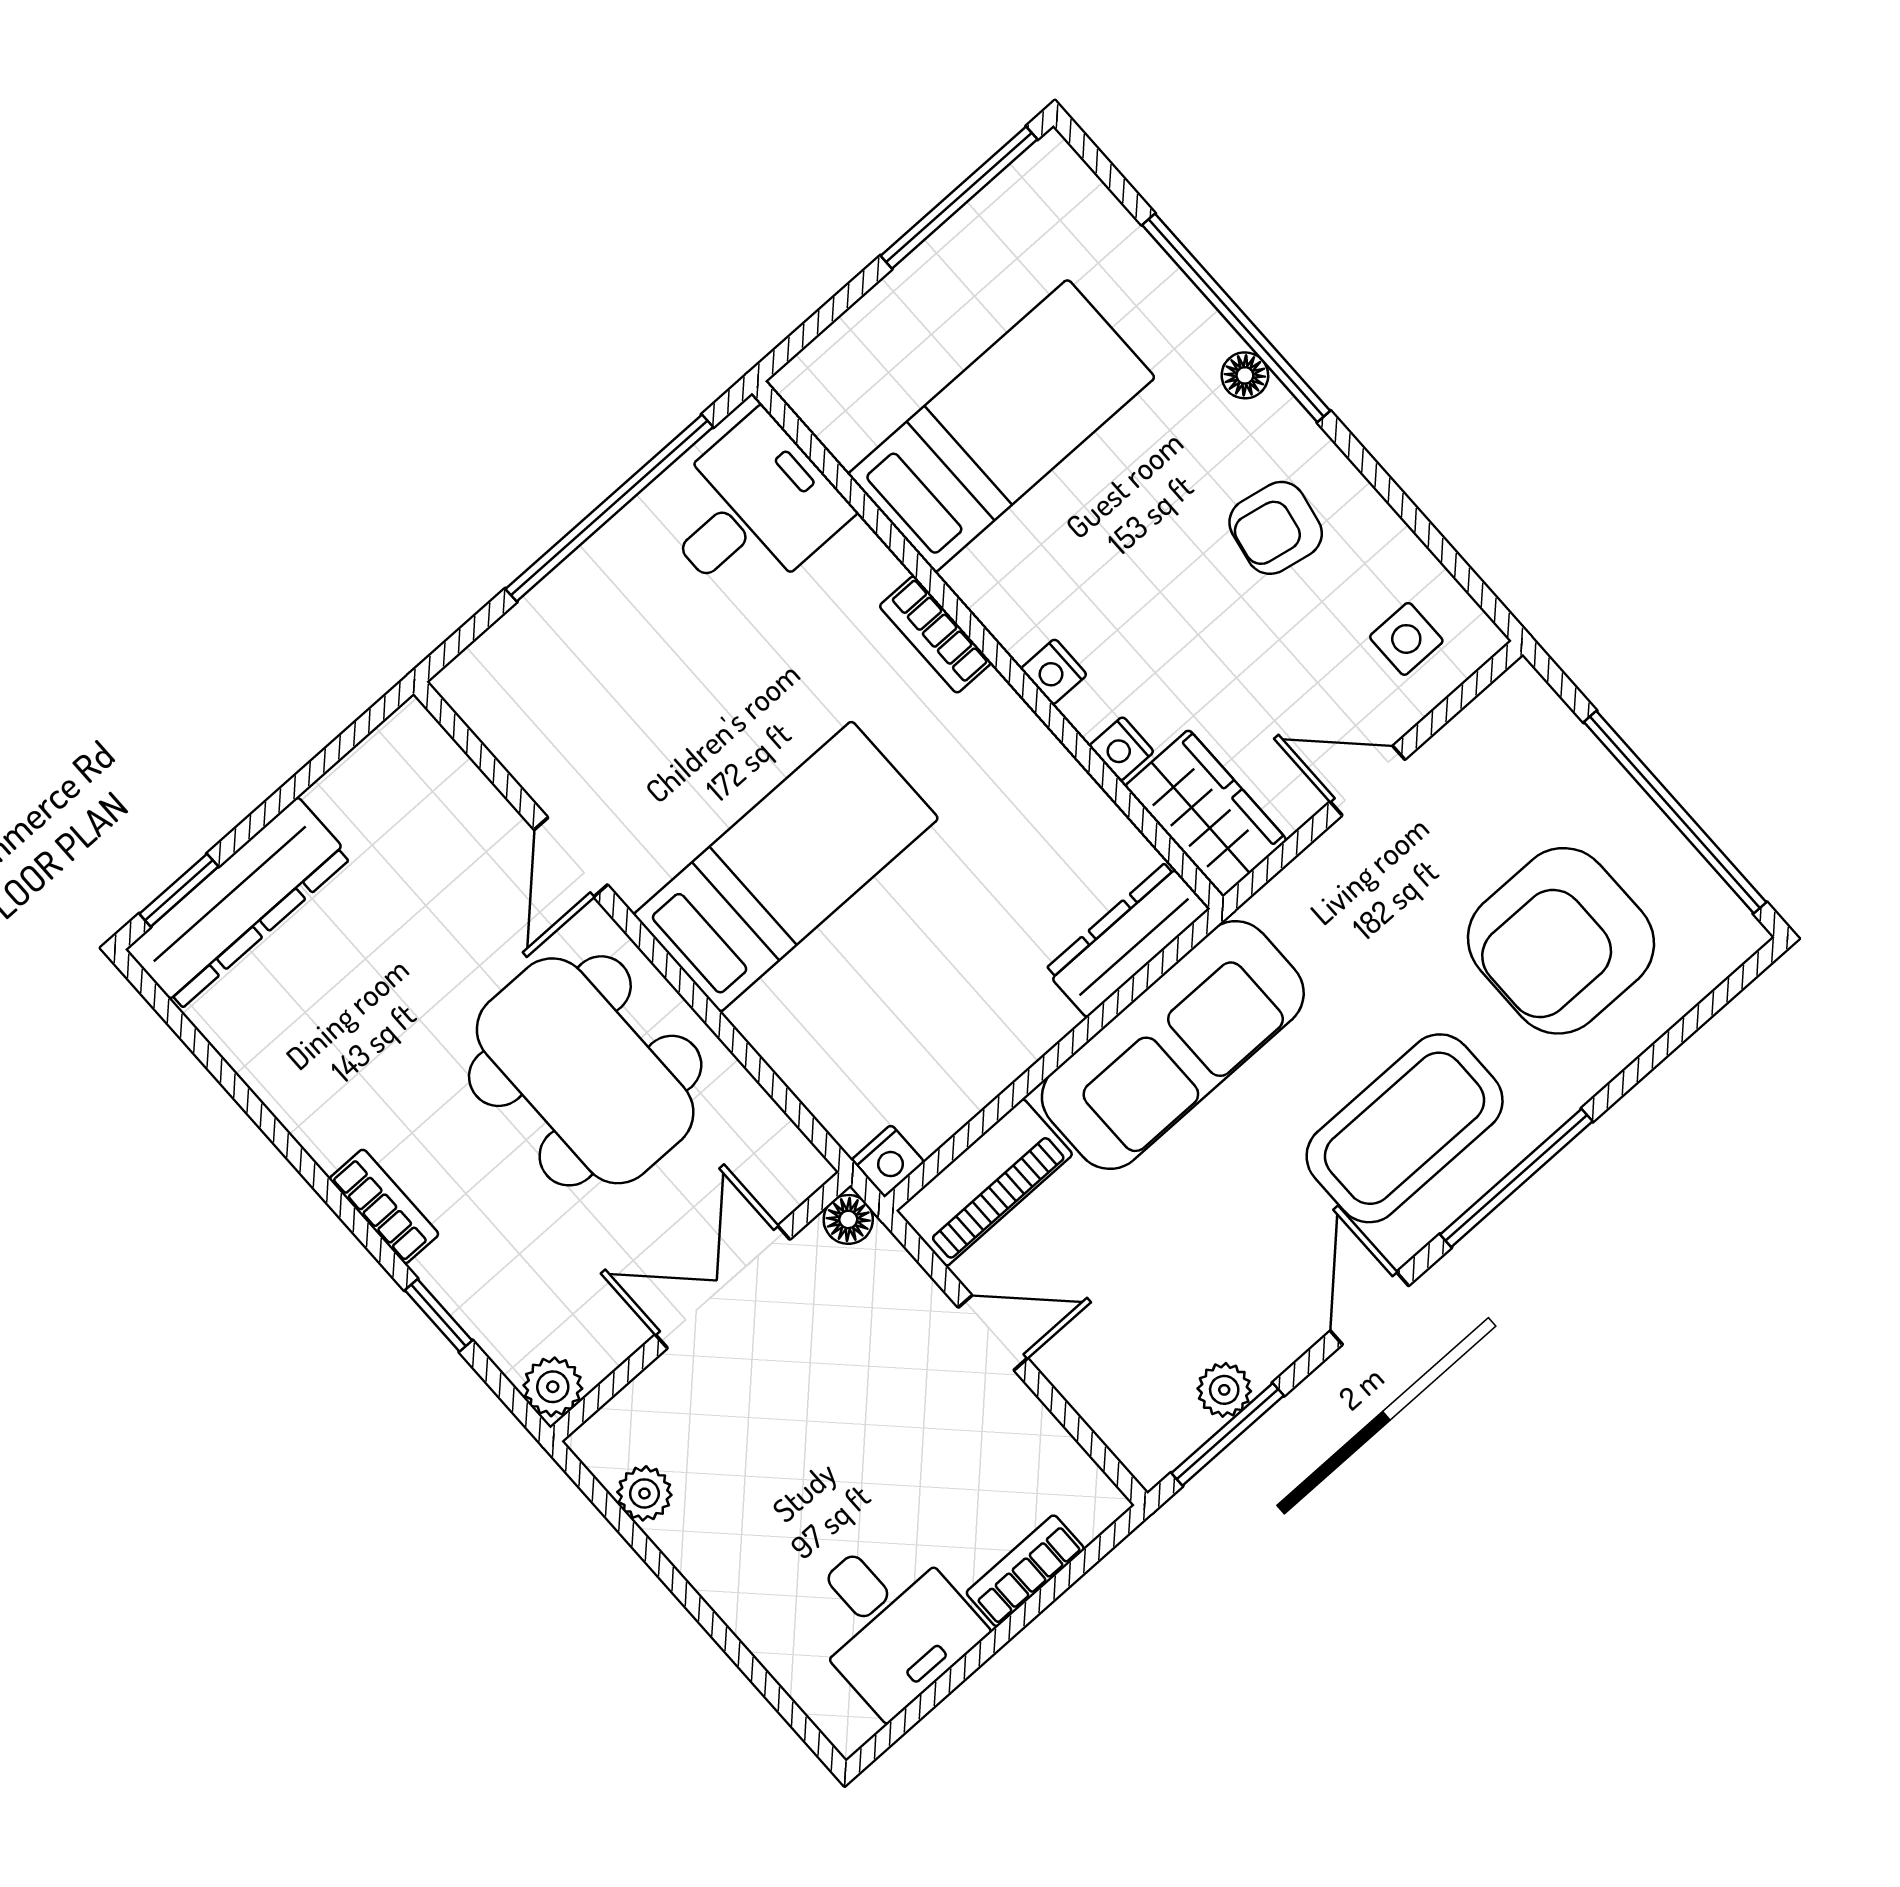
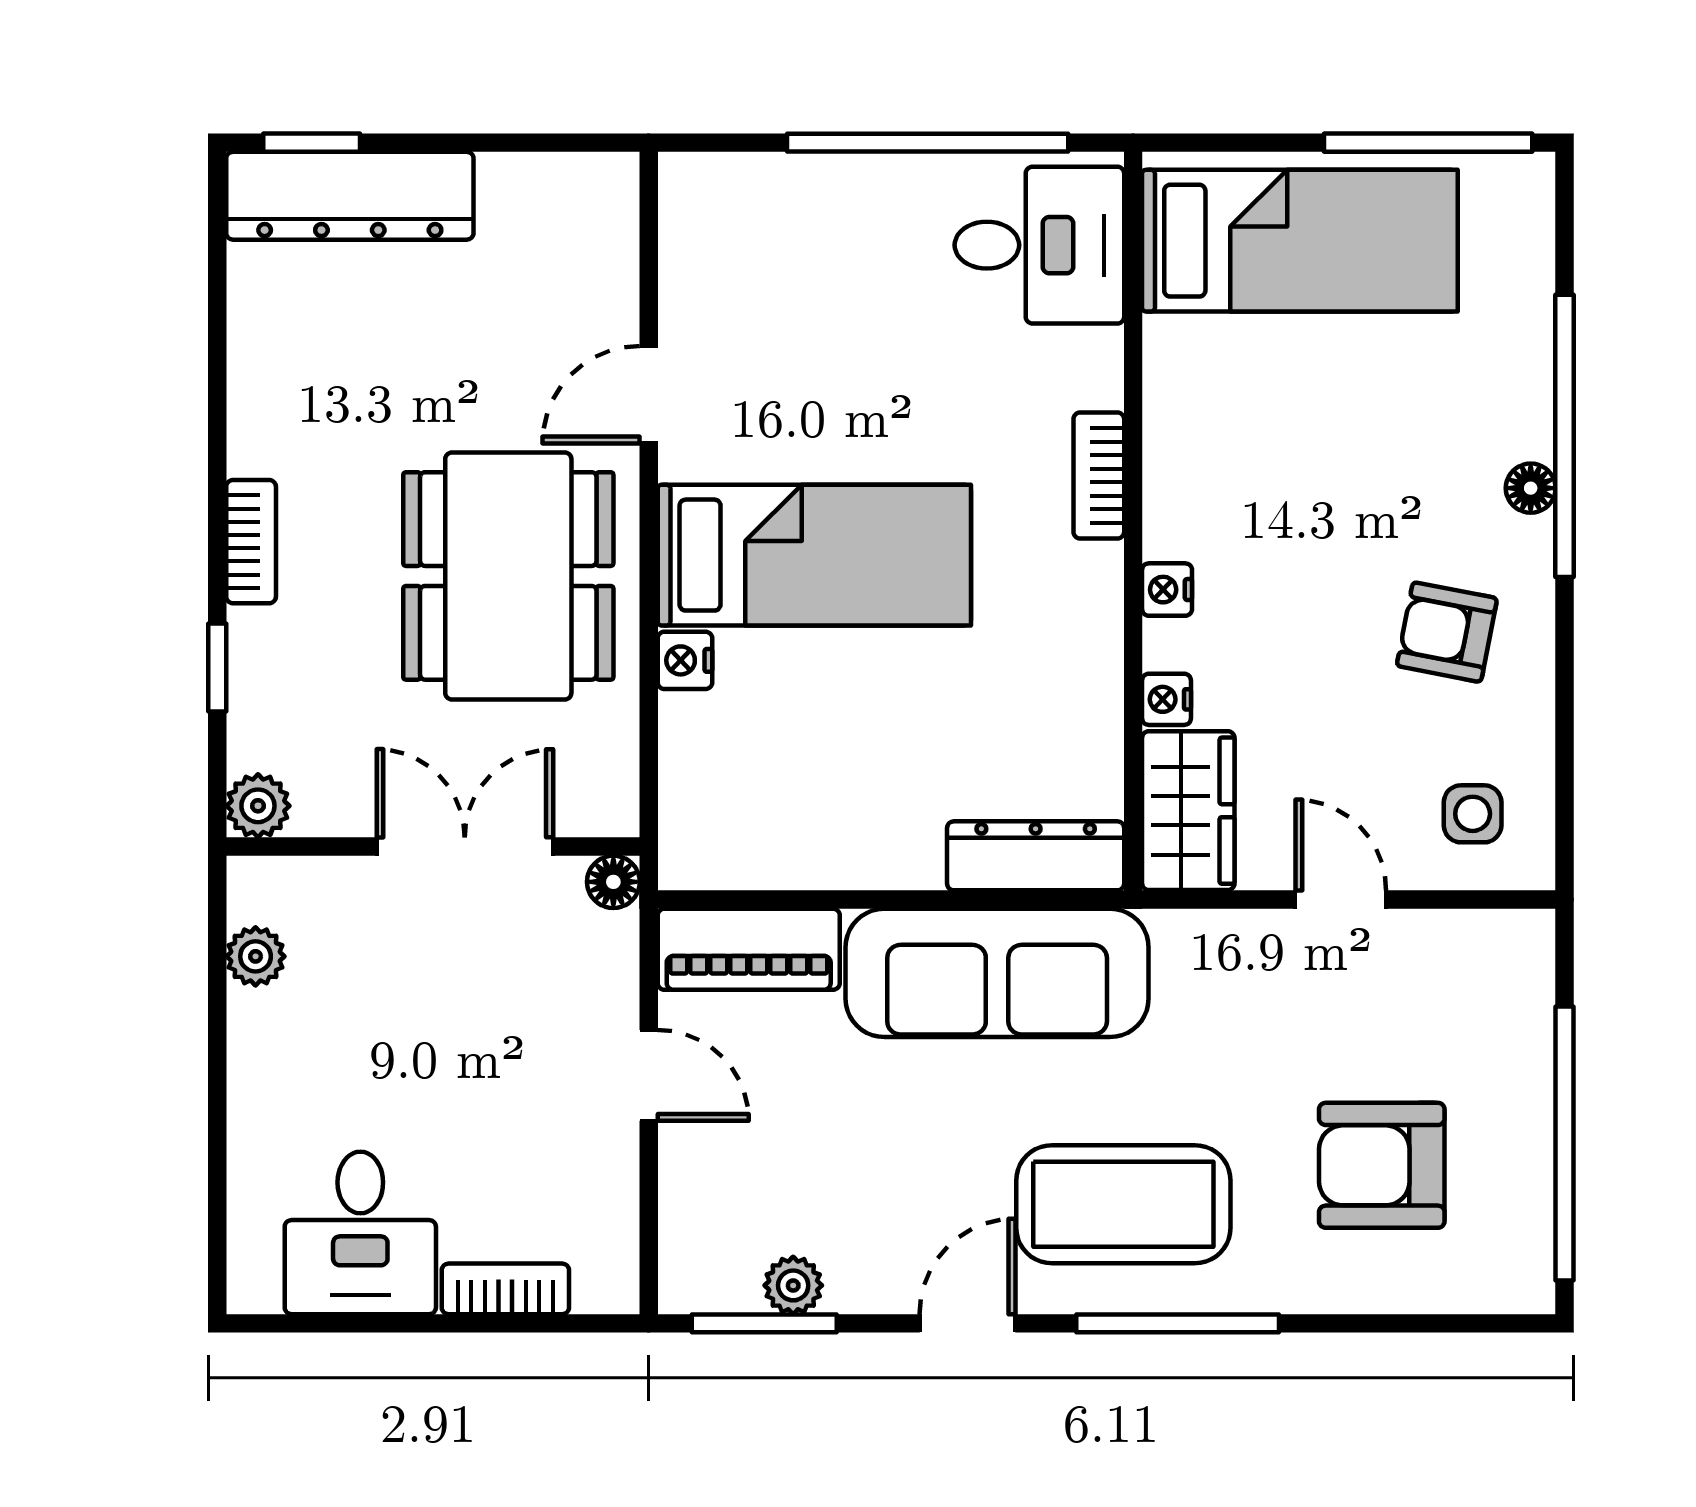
bed: (1001, 426) -> (1300, 241), moved
armchair: (1561, 941) -> (1382, 1165), width x0.73, depth x0.73
nightstand: (888, 1161) -> (685, 660), moved, turned 90

